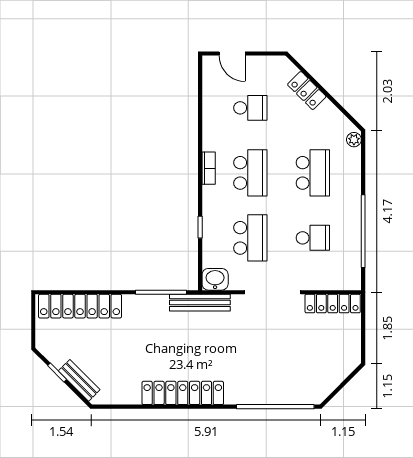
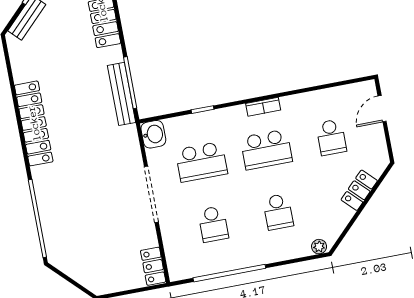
school desk: (313, 173) -> (278, 212), width x0.54
bench: (200, 303) -> (122, 94), moved
locker: (333, 304) -> (153, 266), width x0.66

